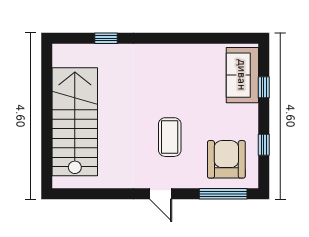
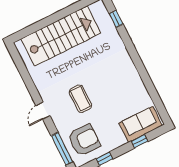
window: (106, 38) -> (116, 19), moved
coffee table: (170, 137) -> (80, 99), turned 90

